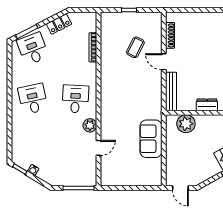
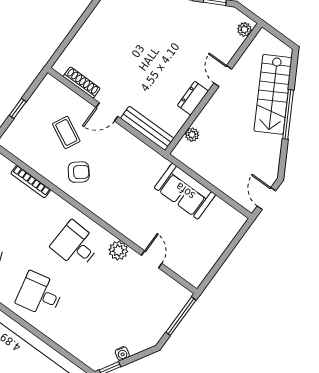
armchair: (118, 71) -> (79, 172), added
plant: (186, 124) -> (192, 135), width x0.53, depth x0.53
door: (180, 188) -> (266, 199), swing flipped

